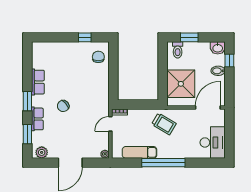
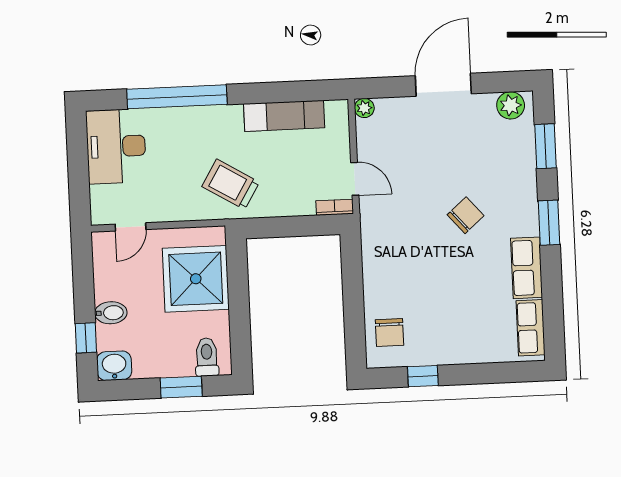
door: (208, 107) -> (131, 227), width x0.53
row of seats: (37, 119) -> (531, 328), moved
door: (110, 124) -> (355, 179), hinge flipped
window: (163, 163) -> (177, 97), moved

